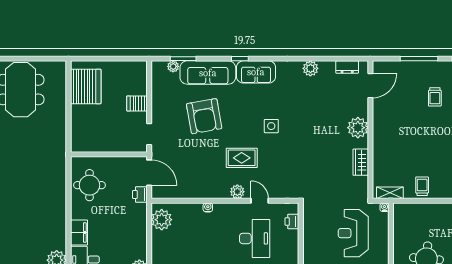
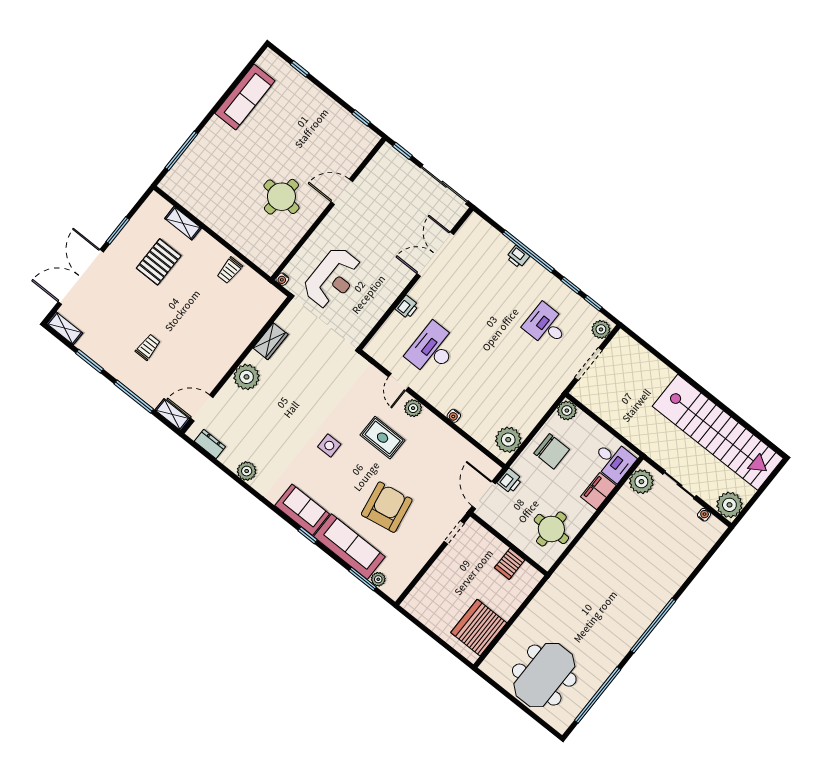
server rack: (137, 103) -> (510, 564), moved, turned 90
shelving: (390, 193) -> (172, 415), moved
printer: (292, 221) -> (407, 307), moved
chair: (128, 234) -> (552, 451), added

